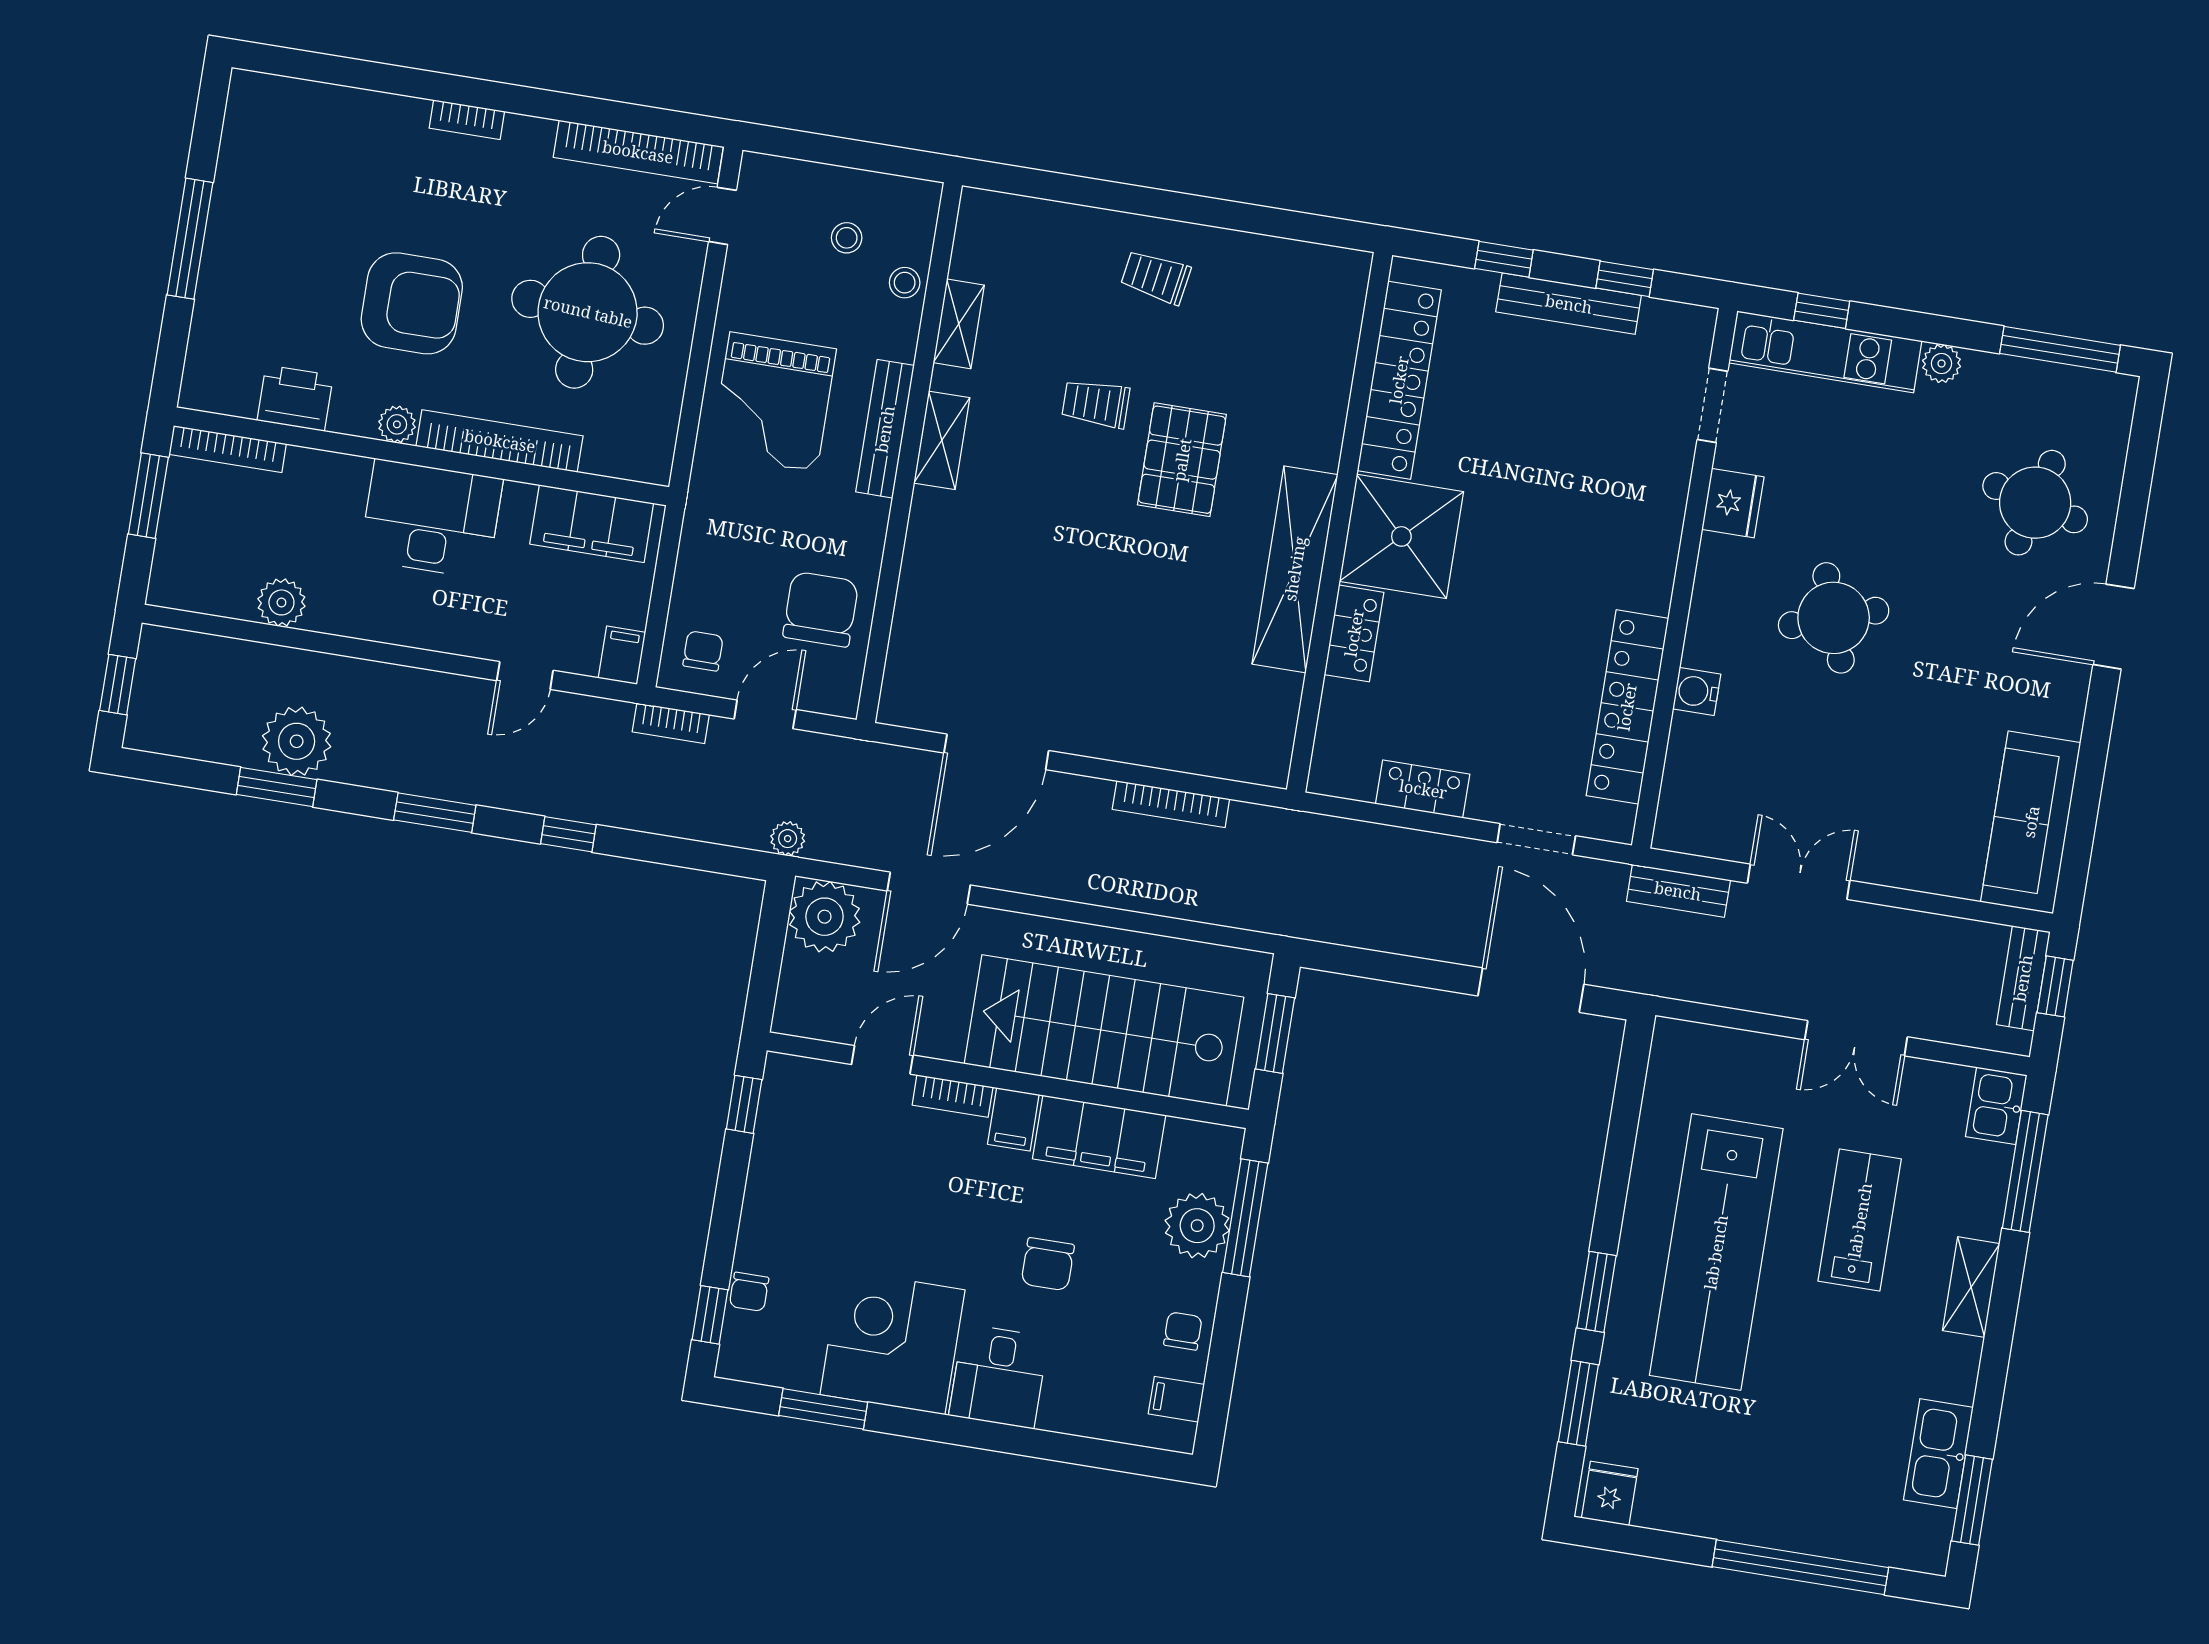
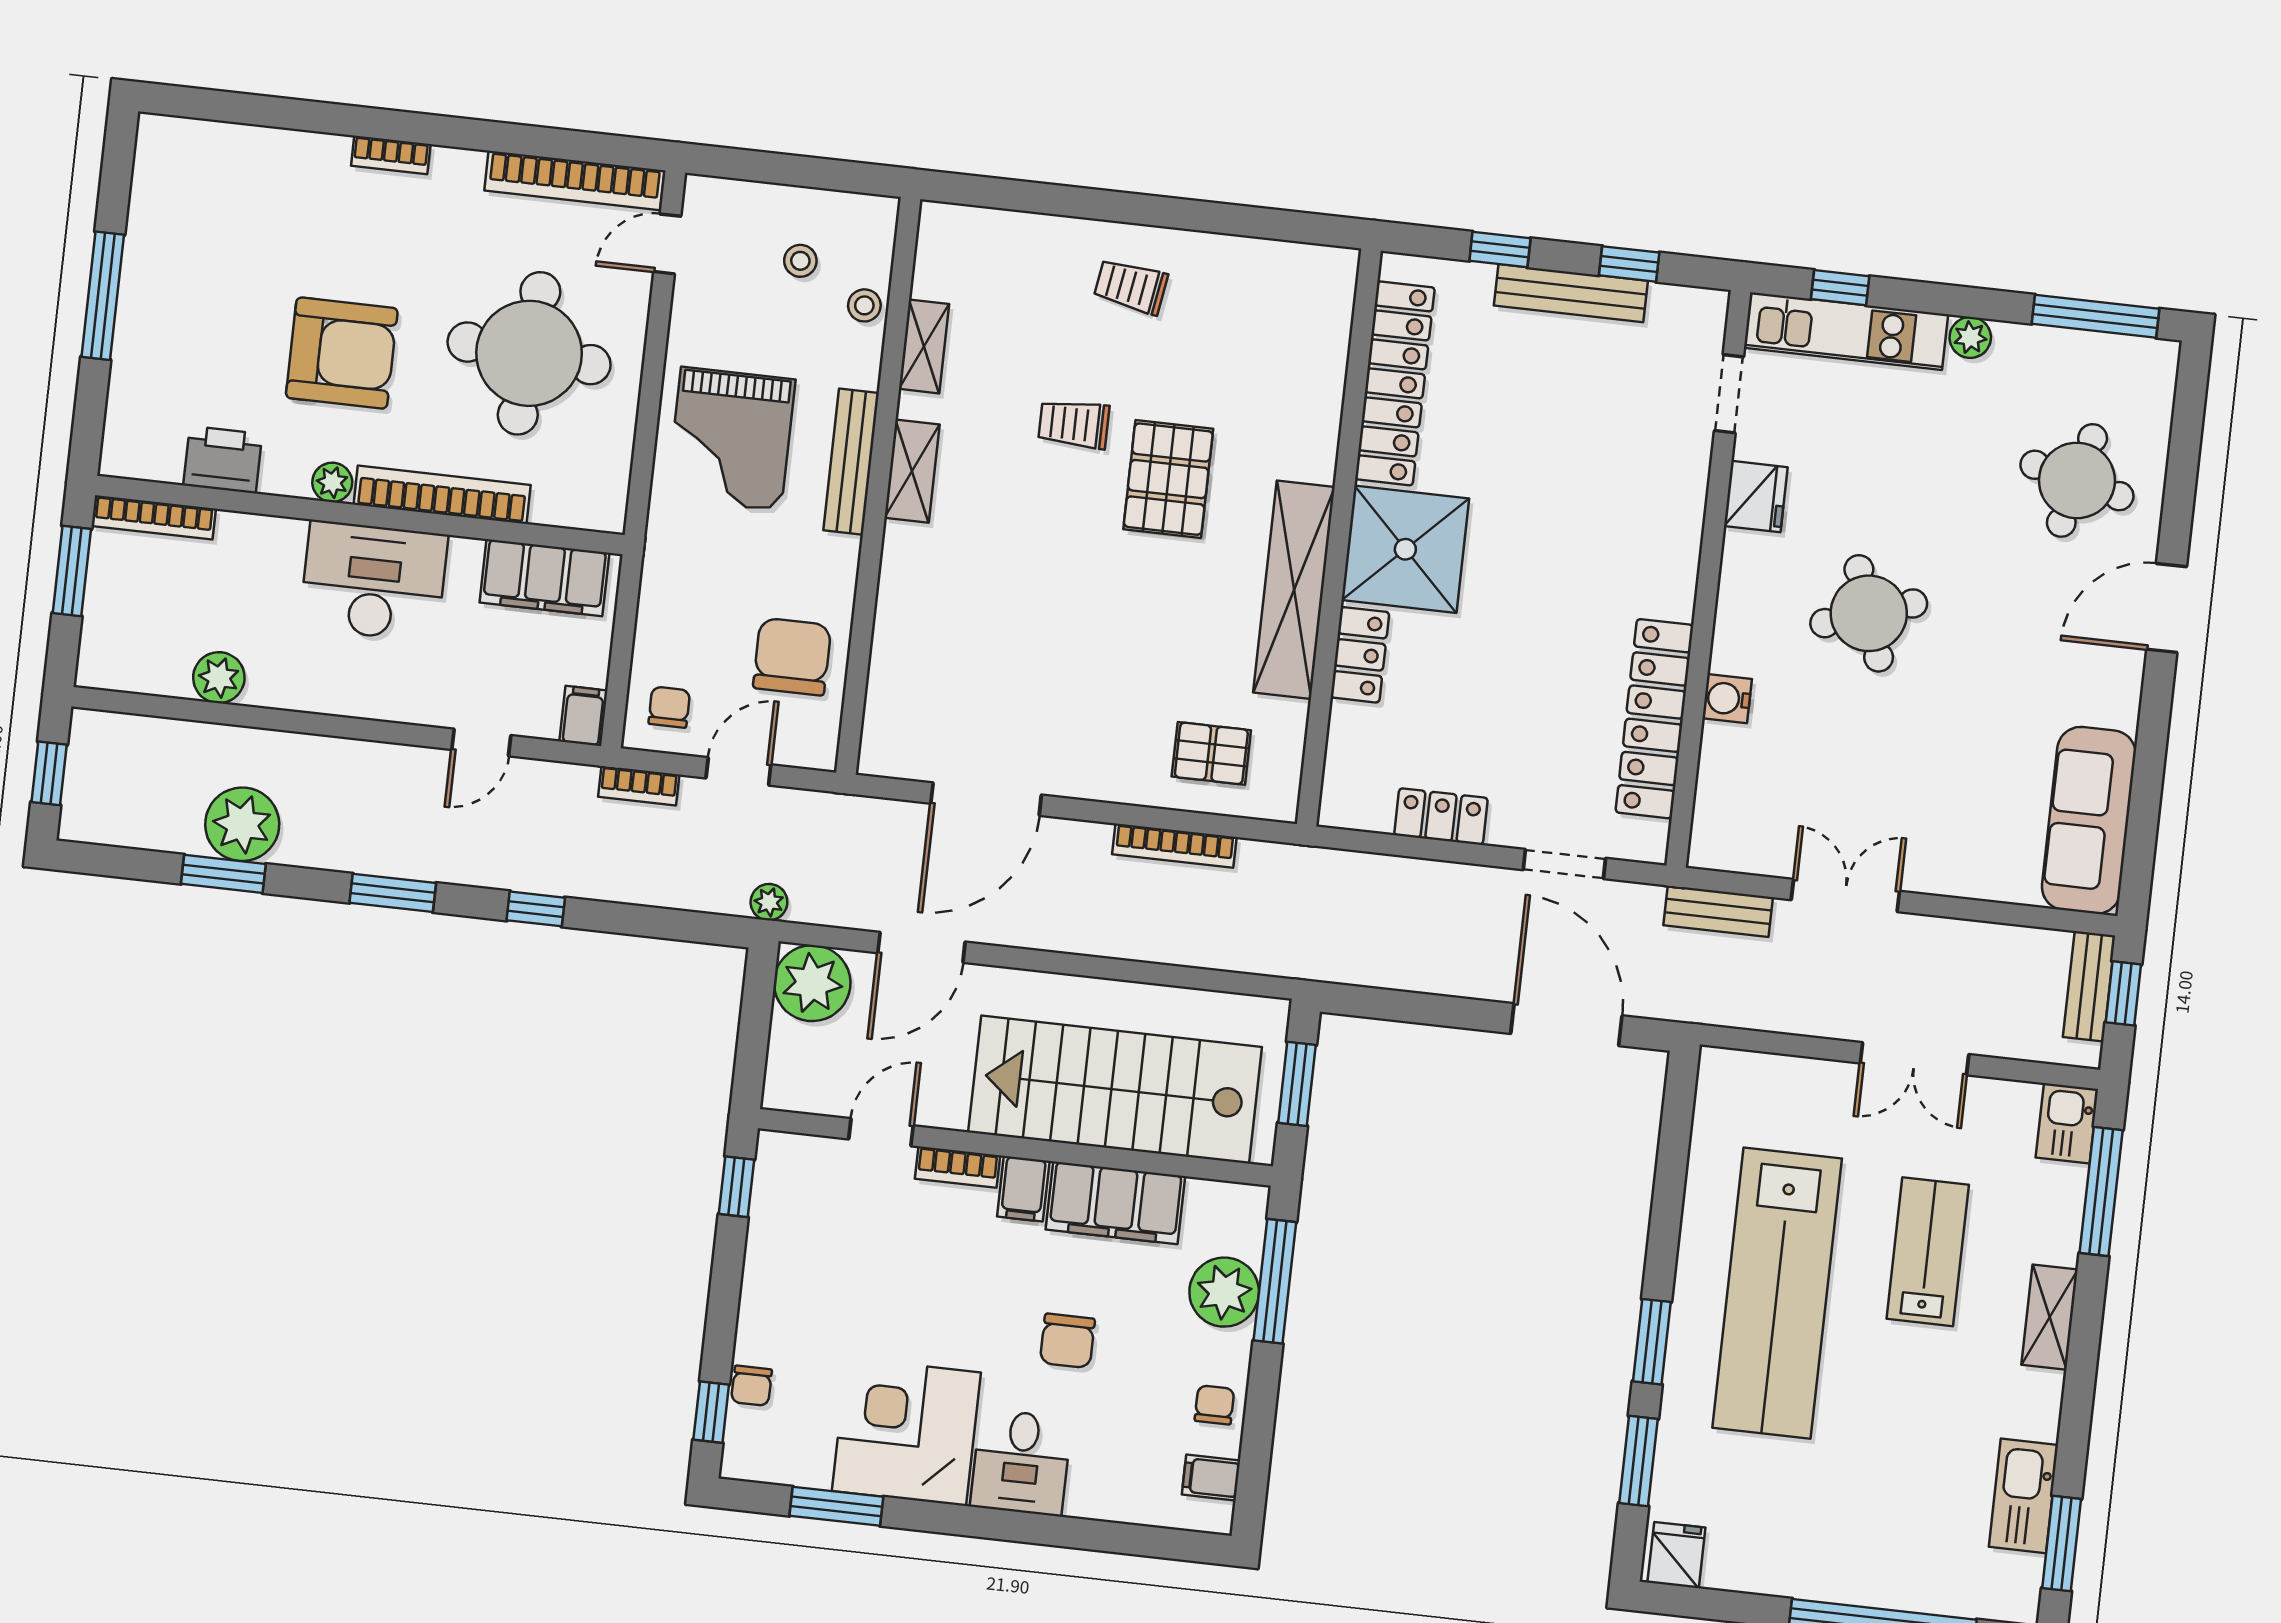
pallet: (1210, 719) -> (1211, 753), added

